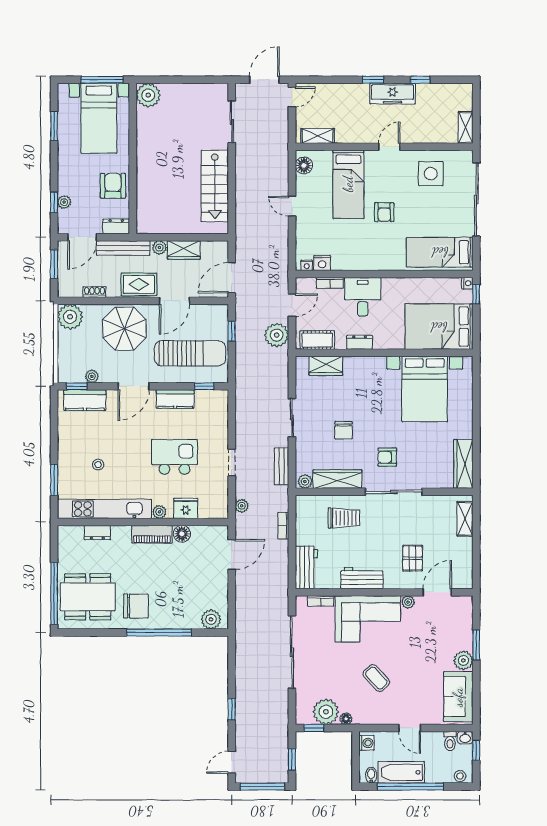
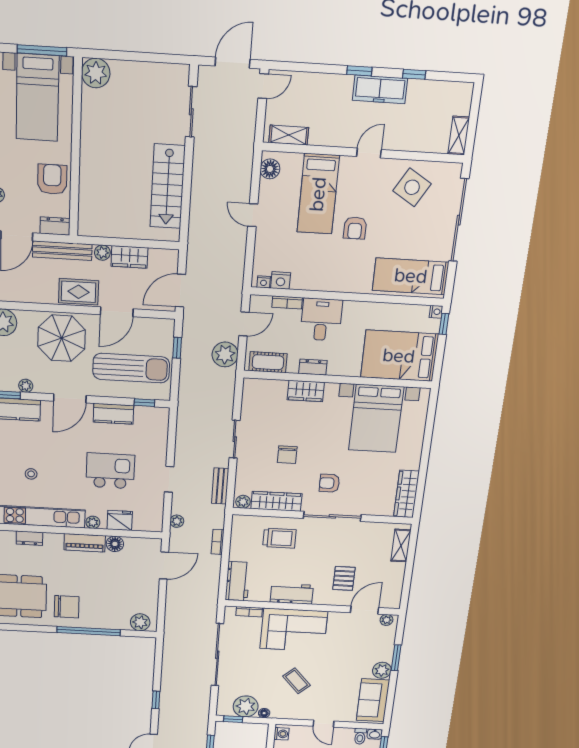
side table: (431, 174) -> (412, 187), turned 31
shoe rack: (95, 292) -> (30, 297), removed
wardrobe: (326, 366) -> (306, 391), moved
plant: (408, 602) -> (386, 620), moved

